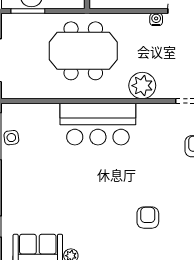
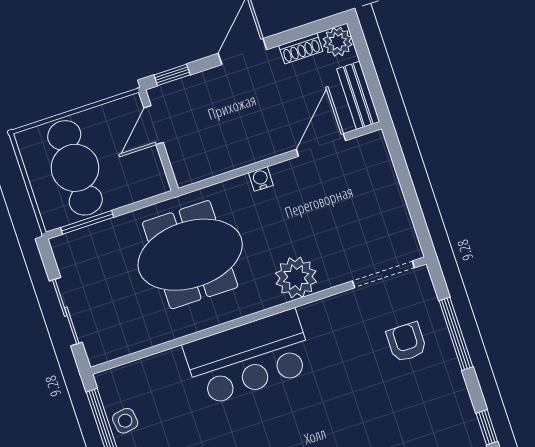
water cooler: (156, 19) -> (261, 179), moved

